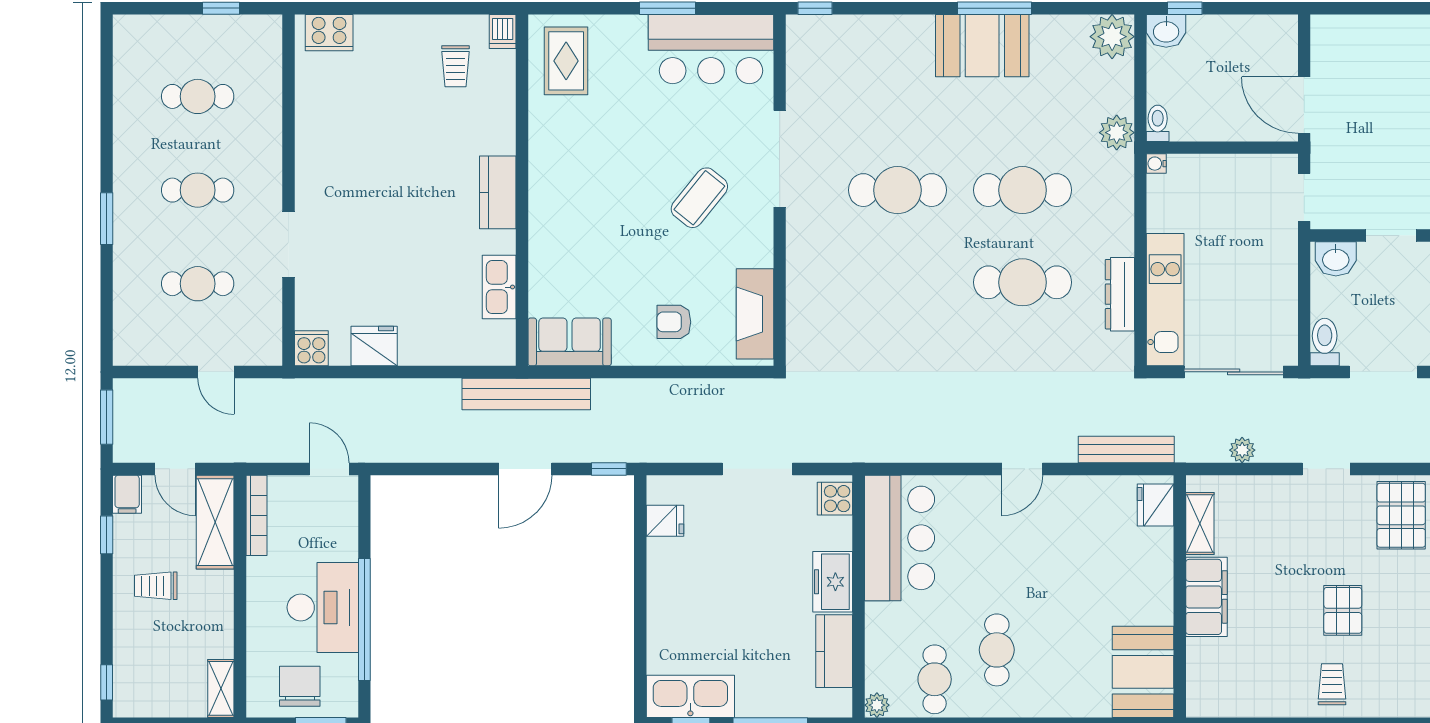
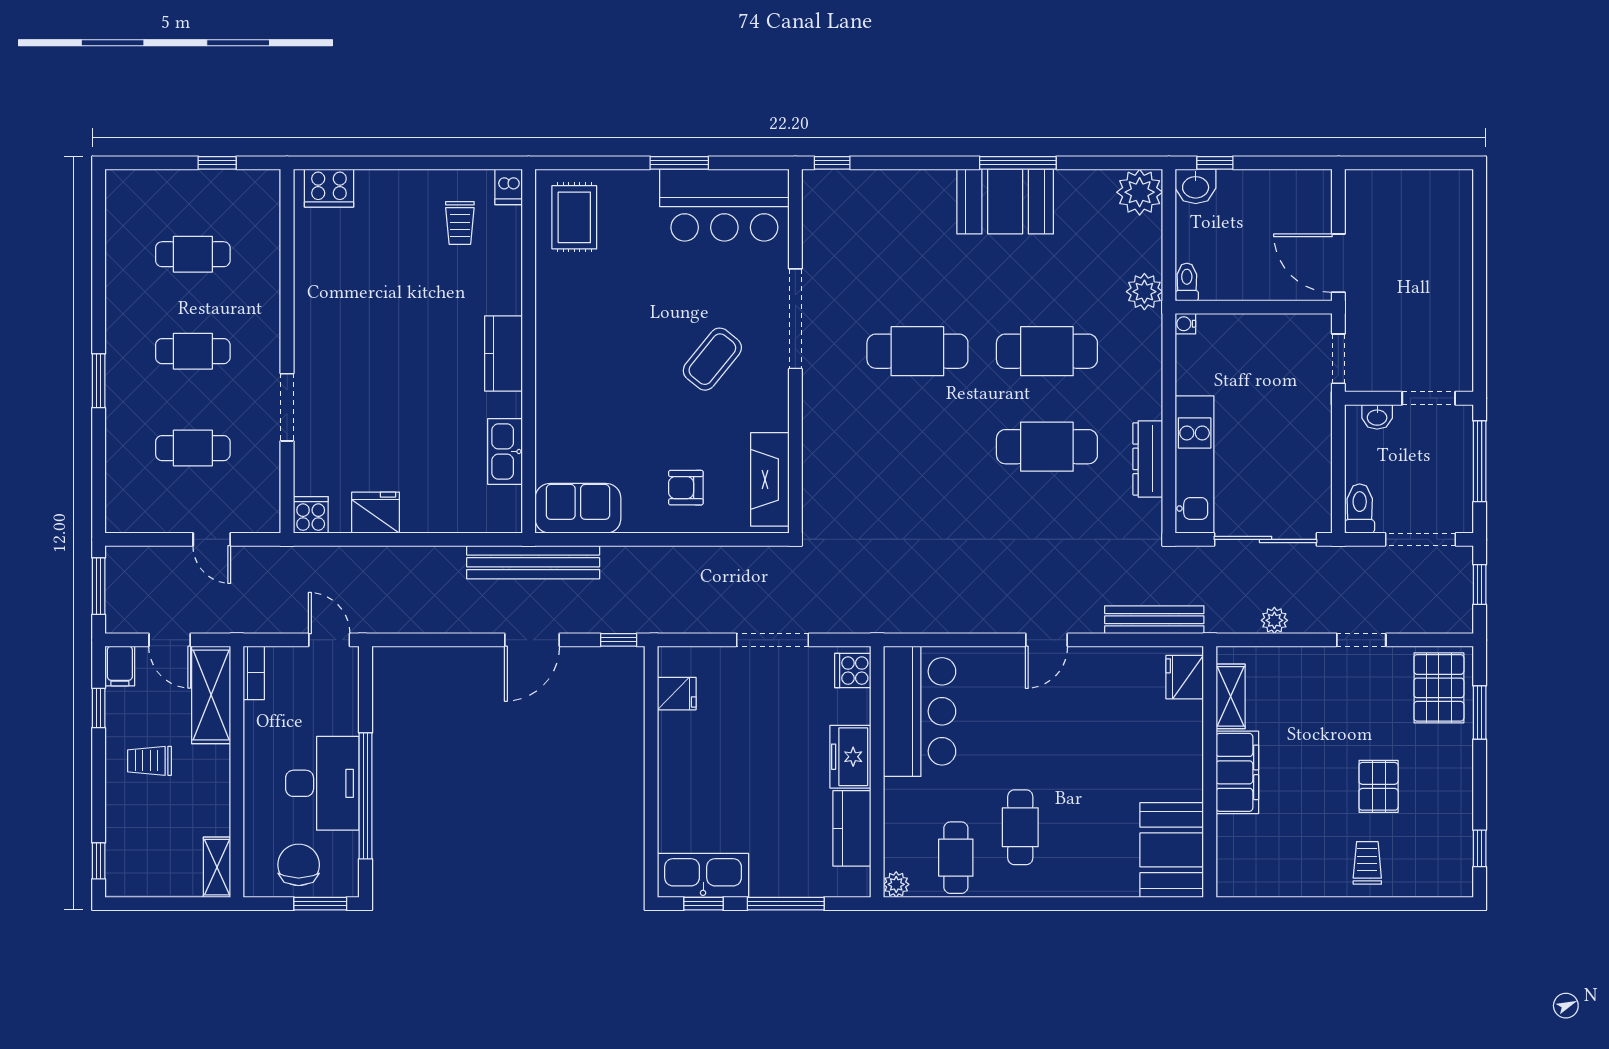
washbasin: (1336, 259) -> (1377, 417), width x0.72, depth x0.69
bookcase: (256, 515) -> (254, 673), width x0.64

